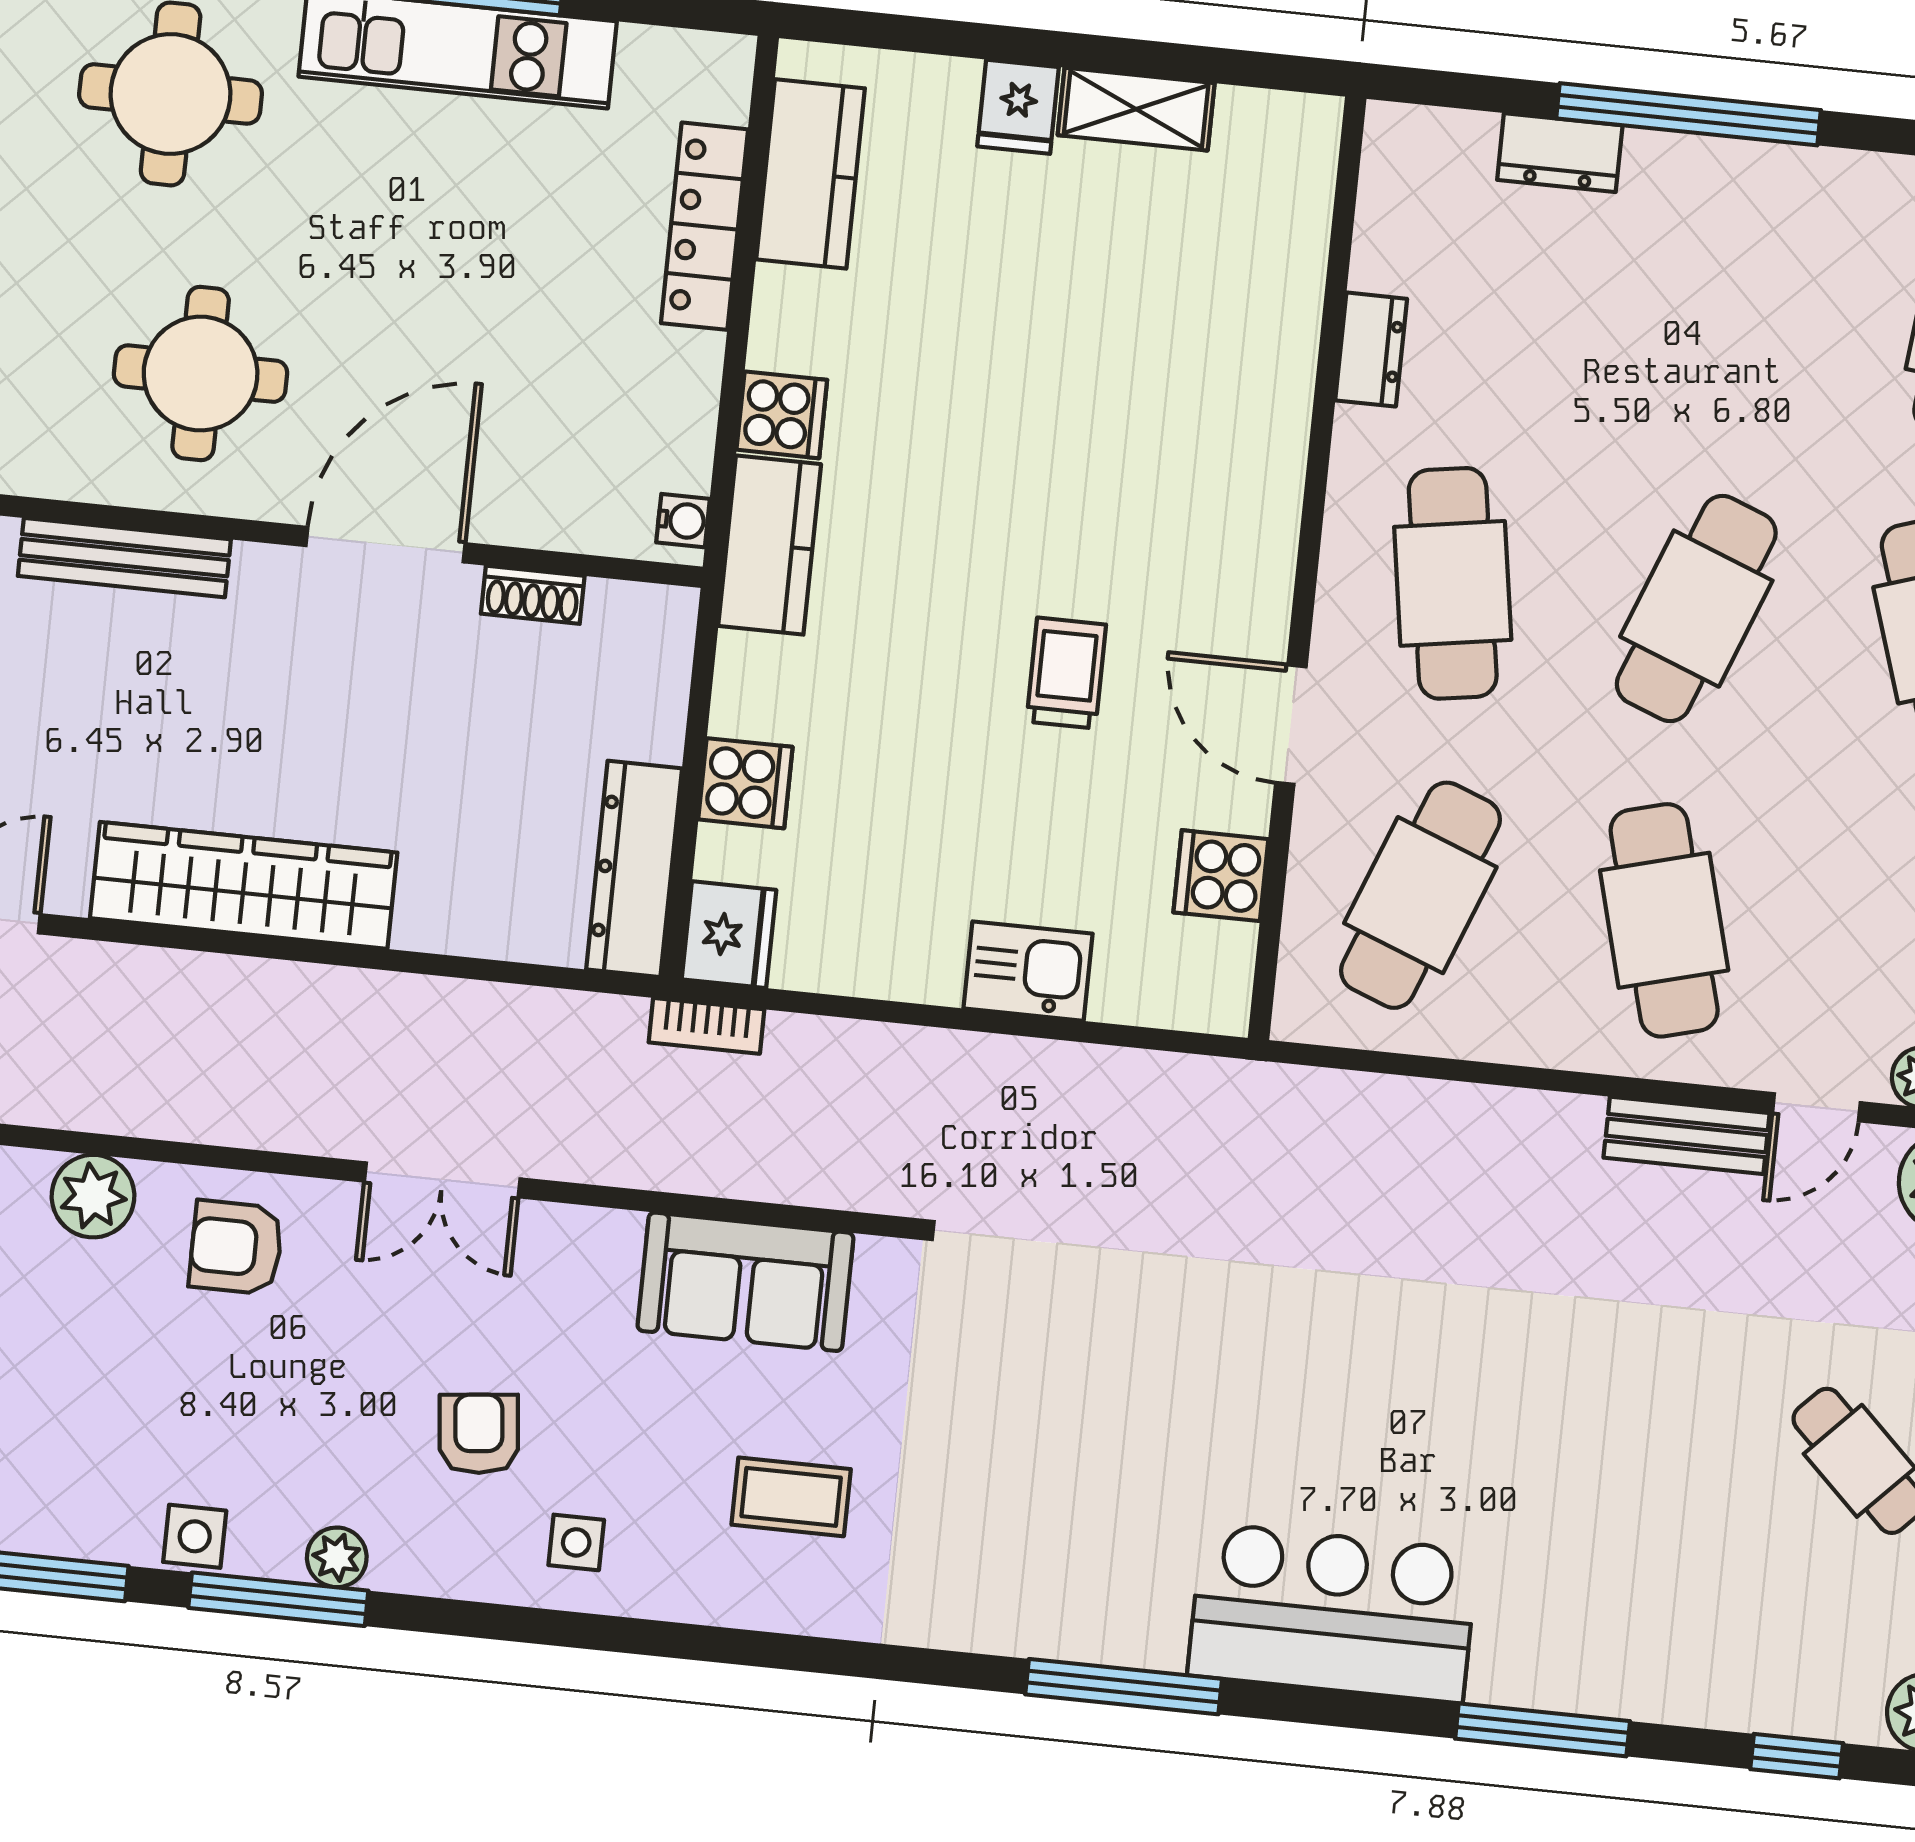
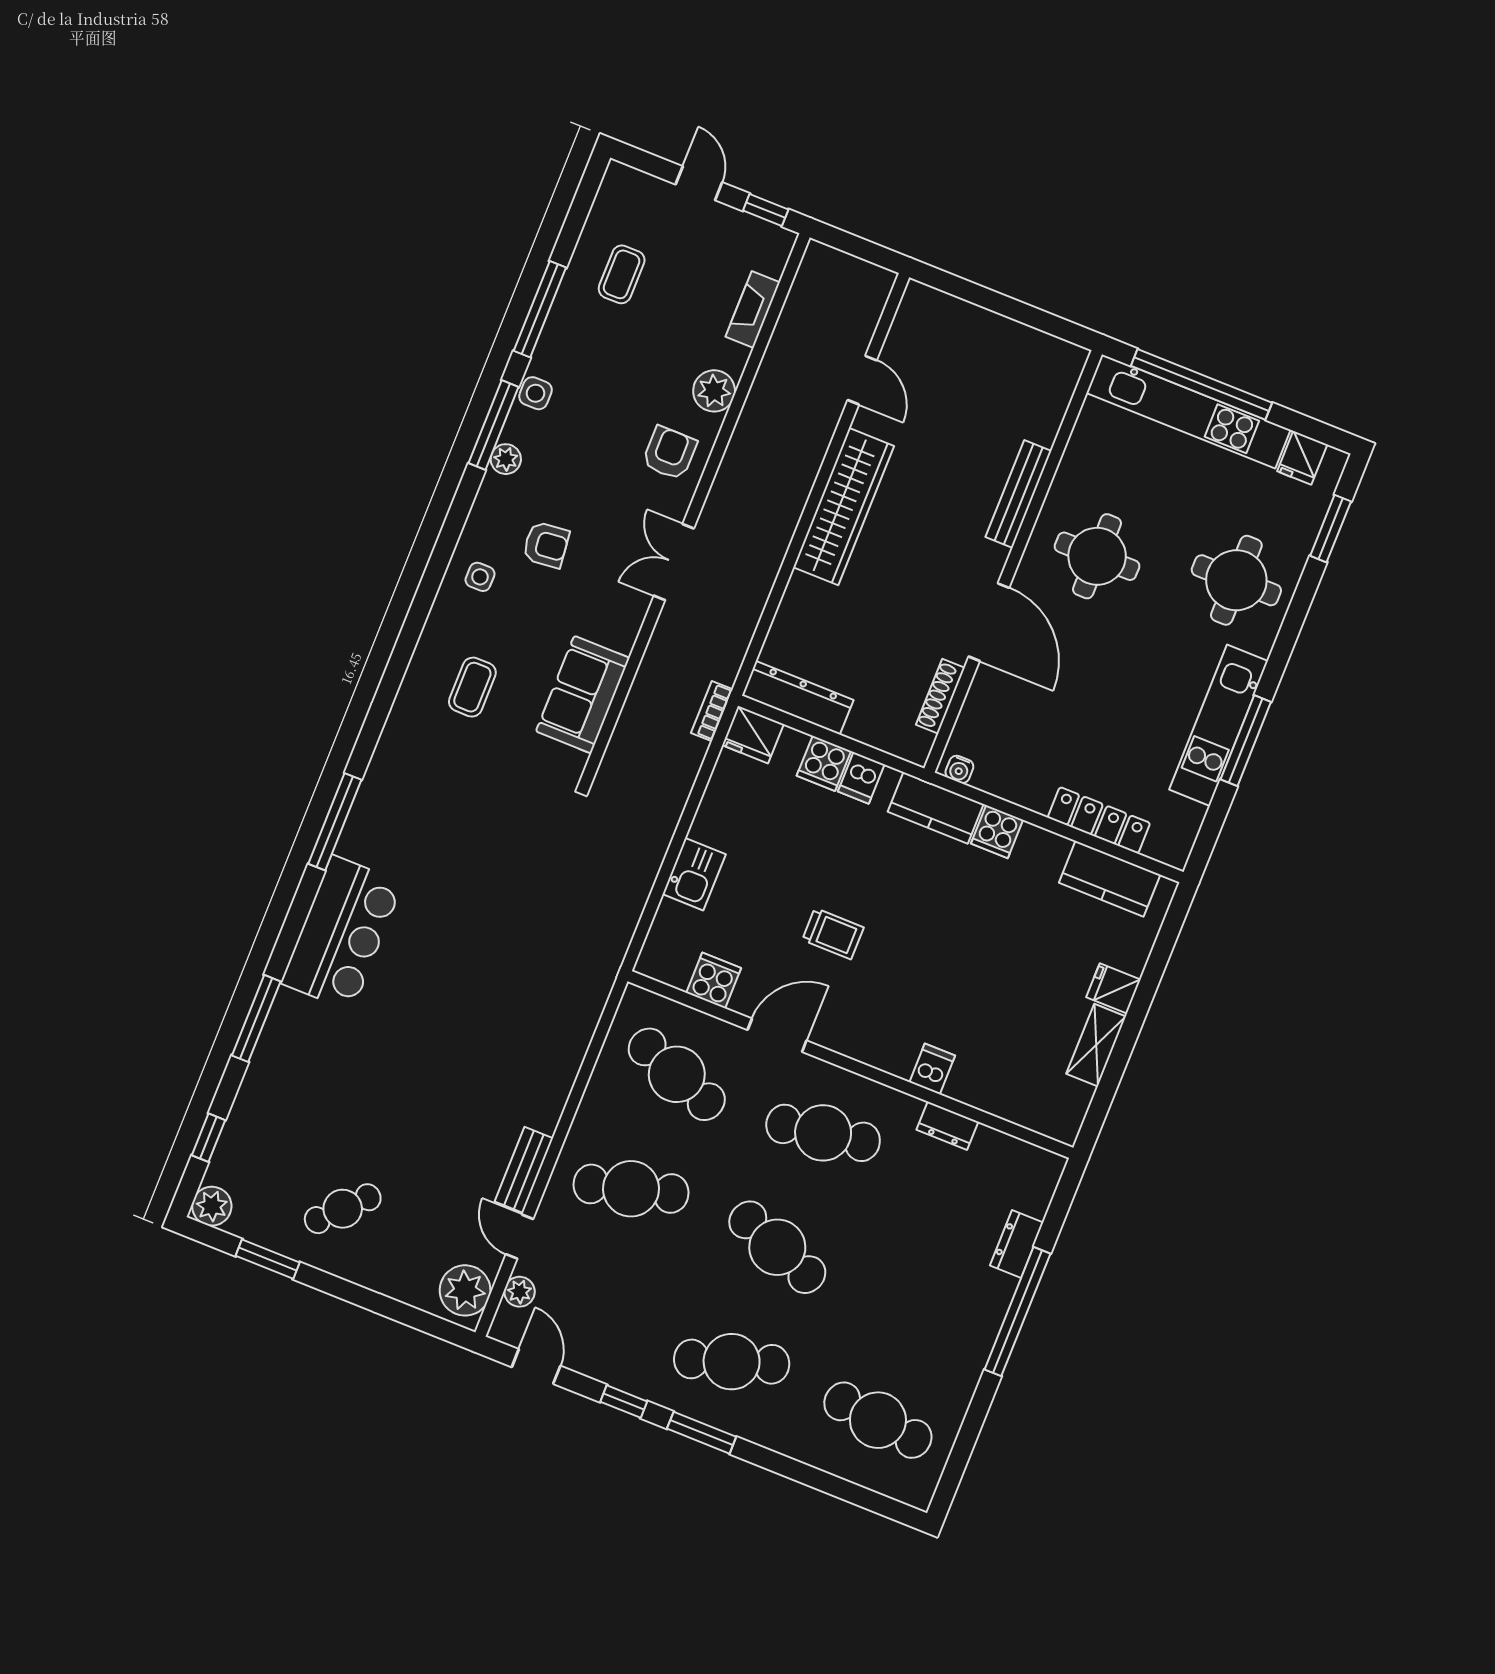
dishwasher: (1271, 409) -> (932, 1069), added
shoe rack: (533, 595) -> (940, 696), width x1.43
dishwasher: (753, 704) -> (861, 778), added

